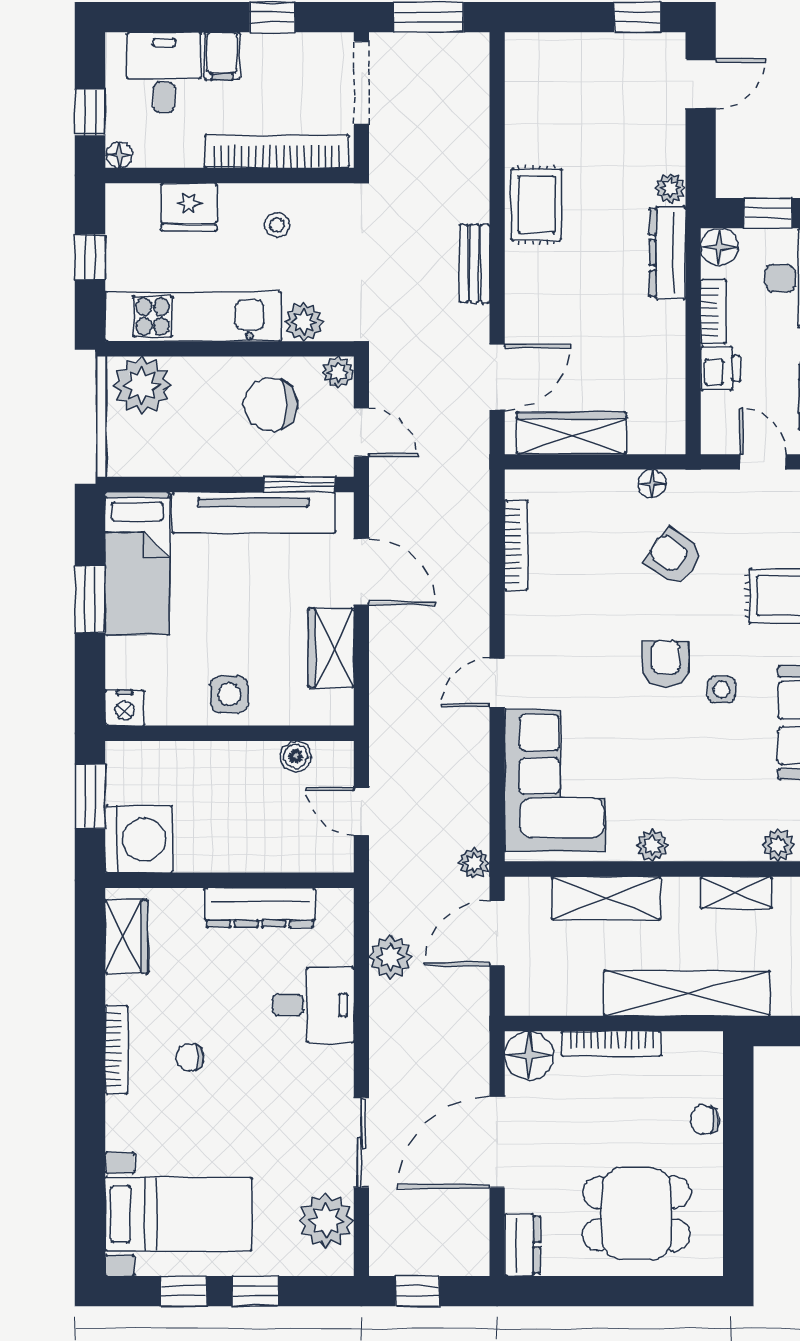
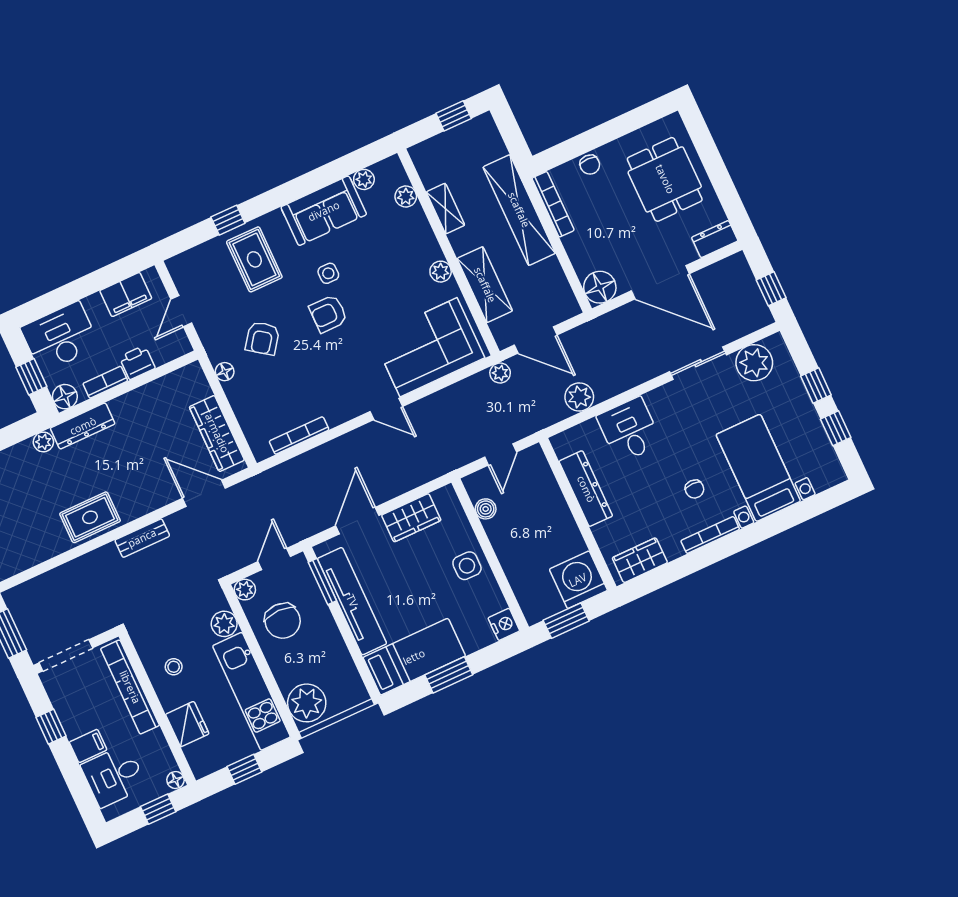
bookcase: (611, 1044) -> (553, 204), moved
bed with nightstands: (178, 1214) -> (758, 468), moved

